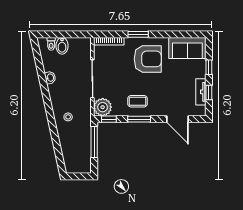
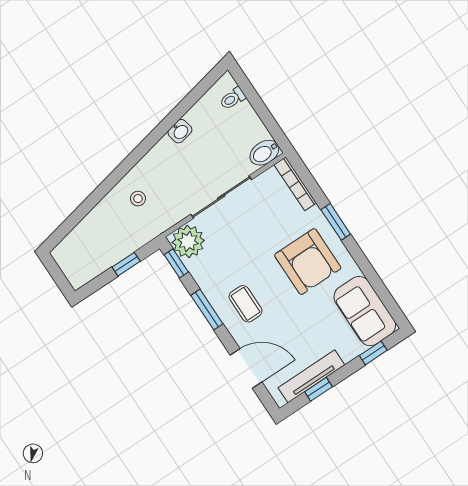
bidet: (62, 46) -> (264, 153), moved
window: (209, 67) -> (373, 353), moved
tv unit: (201, 92) -> (311, 376), width x1.41
coffee table: (138, 101) -> (246, 304), moved
door: (178, 119) -> (246, 368), swing flipped
window: (94, 142) -> (126, 264), width x0.46

